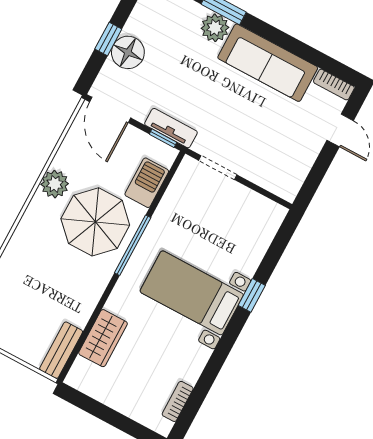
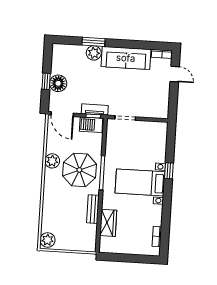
barbecue: (147, 183) -> (91, 125), moved, turned -90
bench: (61, 350) -> (93, 209), moved

